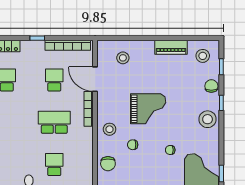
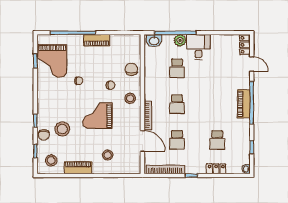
stool: (123, 58) -> (108, 155), moved
stool: (208, 119) -> (62, 129), moved
school desk: (54, 122) -> (177, 104), width x0.54

